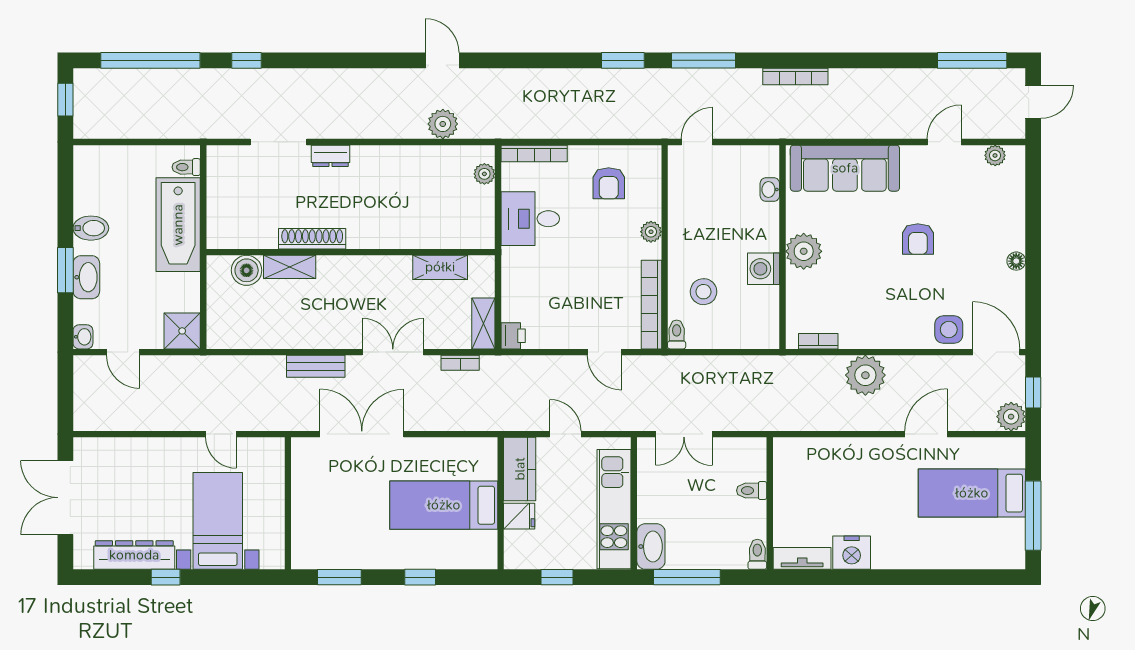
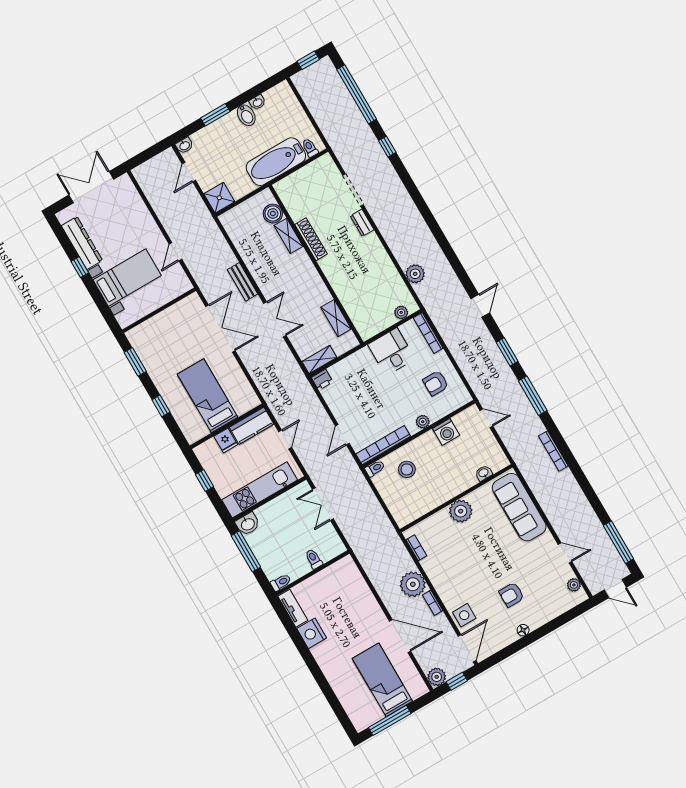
door: (442, 60) -> (480, 306), moved
armchair: (918, 239) -> (512, 595), moved
washing machine: (764, 269) -> (446, 432), moved, turned 180
washbasin: (86, 277) -> (257, 102), moved, width x0.52, depth x0.69
bookcase: (460, 363) -> (433, 603), moved
door: (926, 434) -> (400, 636), width x1.36
washbasin: (651, 547) -> (248, 524), width x0.72

